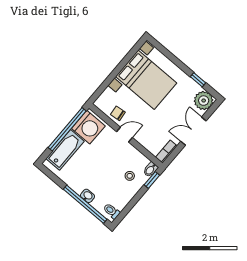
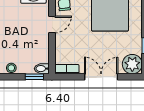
door: (125, 135) -> (52, 24), hinge flipped
stool: (130, 176) -> (11, 68), moved

